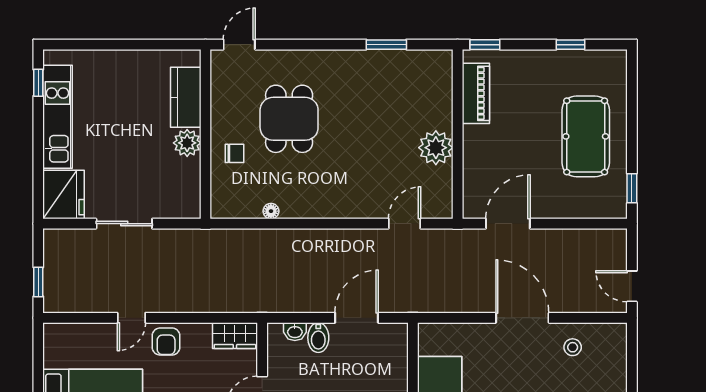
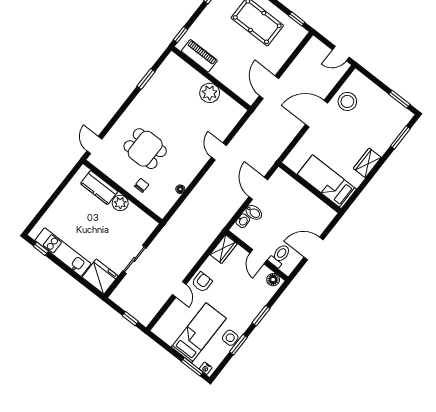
door: (405, 224) -> (219, 151), moved
armchair: (166, 342) -> (202, 282), turned -90
stool: (573, 347) -> (347, 101), width x1.89, depth x1.89

